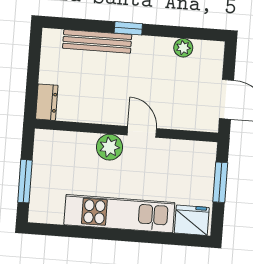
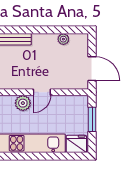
window: (128, 28) -> (29, 30), removed
door: (142, 132) -> (42, 92), swing flipped

